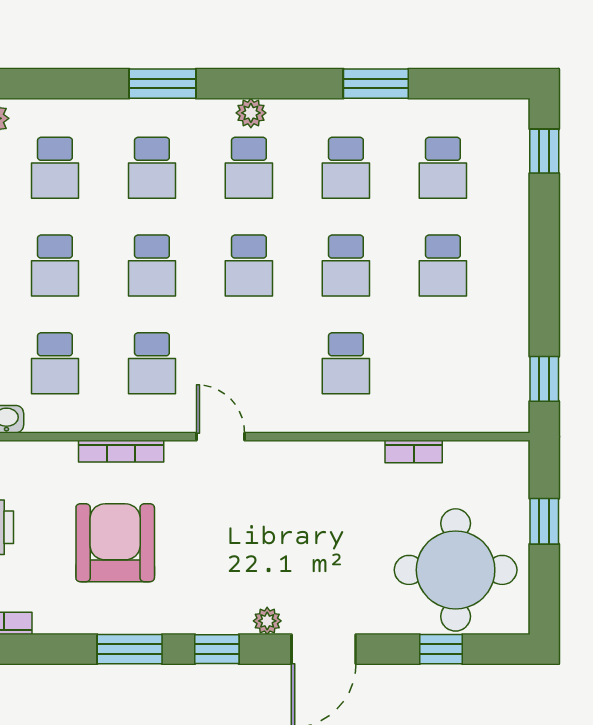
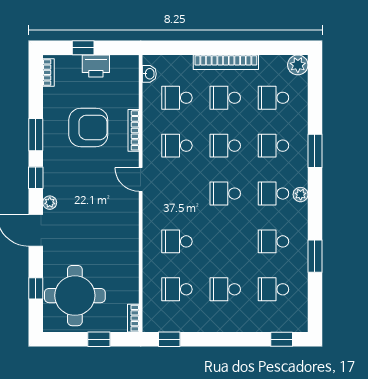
school desk: (346, 266) -> (177, 289), moved
door: (221, 437) -> (141, 180), swing flipped
bookcase: (414, 452) -> (133, 318), moved

